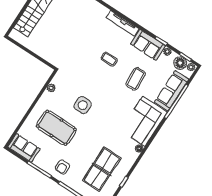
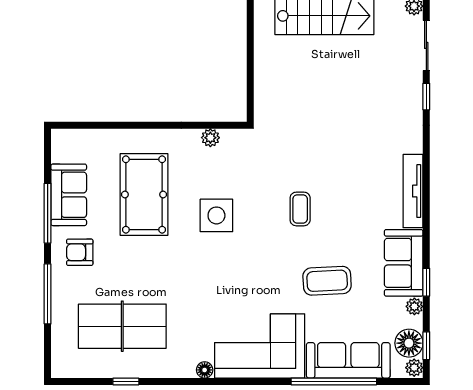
coffee table: (109, 59) -> (300, 209), moved
sofa: (24, 148) -> (69, 195), moved

